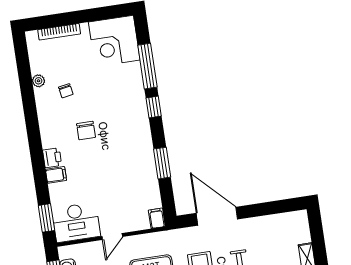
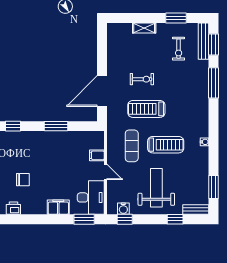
printer: (52, 158) -> (13, 208), moved
filing cabinet: (56, 175) -> (58, 207), width x2.00
filing cabinet: (157, 218) -> (97, 155), moved

